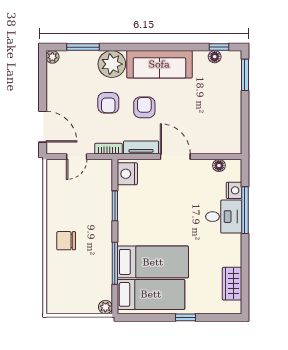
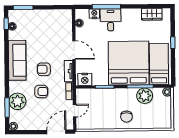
plant: (112, 64) -> (17, 101), moved
door: (77, 157) -> (75, 111), hinge flipped
door: (175, 157) -> (74, 50), swing flipped
bed: (153, 262) -> (129, 63), width x2.04
plant: (100, 271) -> (145, 96), added

